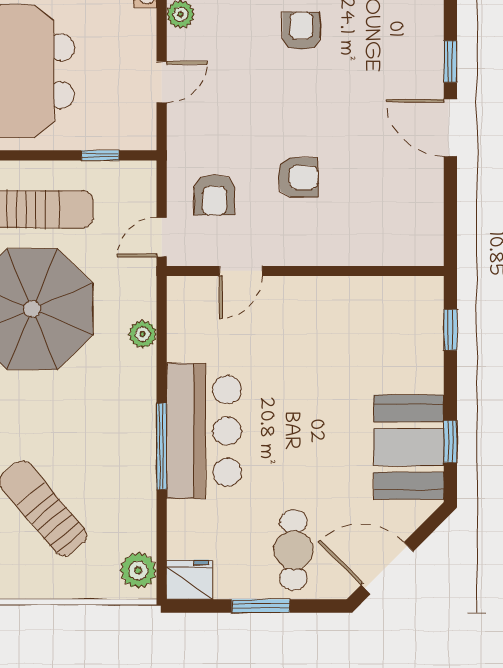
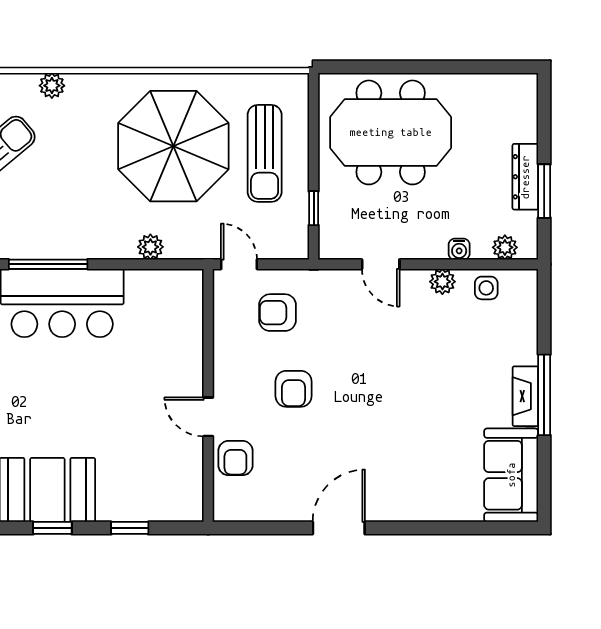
armchair: (301, 31) -> (235, 458), moved, turned 90
window: (450, 62) -> (399, 528), removed
door: (241, 271) -> (208, 417), moved
window: (450, 330) -> (130, 528), moved

